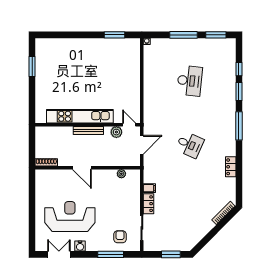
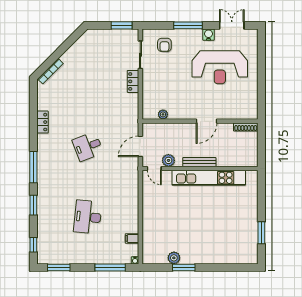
window: (115, 35) -> (184, 268), moved
window: (184, 35) -> (110, 268), moved
plant: (111, 44) -> (174, 258), added
window: (239, 69) -> (33, 245), moved
desk: (190, 145) -> (88, 146), turned -45
door: (82, 168) -> (207, 121), swing flipped
filing cabinet: (149, 188) -> (132, 238), moved
double door: (59, 254) -> (232, 25), swing flipped
window: (111, 254) -> (188, 25), moved
window: (171, 254) -> (122, 25), moved

